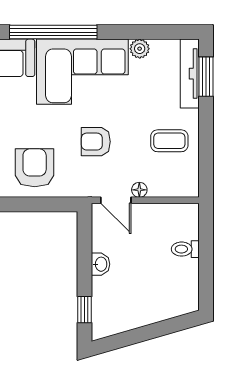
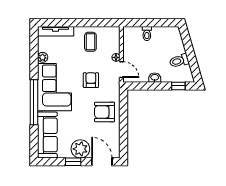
window: (206, 77) -> (57, 23), removed
armchair: (96, 142) -> (91, 80), turned 180
door: (116, 200) -> (121, 70), hinge flipped
toilet: (133, 311) -> (179, 61), added

